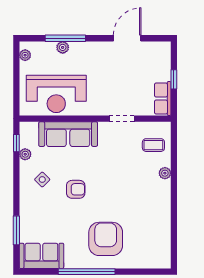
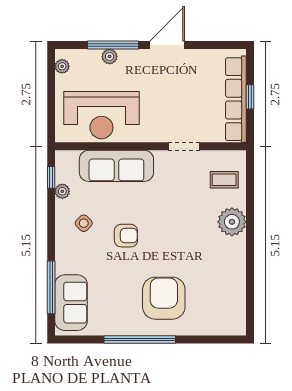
door: (127, 38) -> (167, 45), moved
row of seats: (163, 99) -> (236, 99), width x2.02
plant: (165, 173) -> (232, 222), width x1.87, depth x1.87
window: (16, 230) -> (51, 287), width x1.44
sofa: (41, 256) -> (71, 303), moved, turned 90

